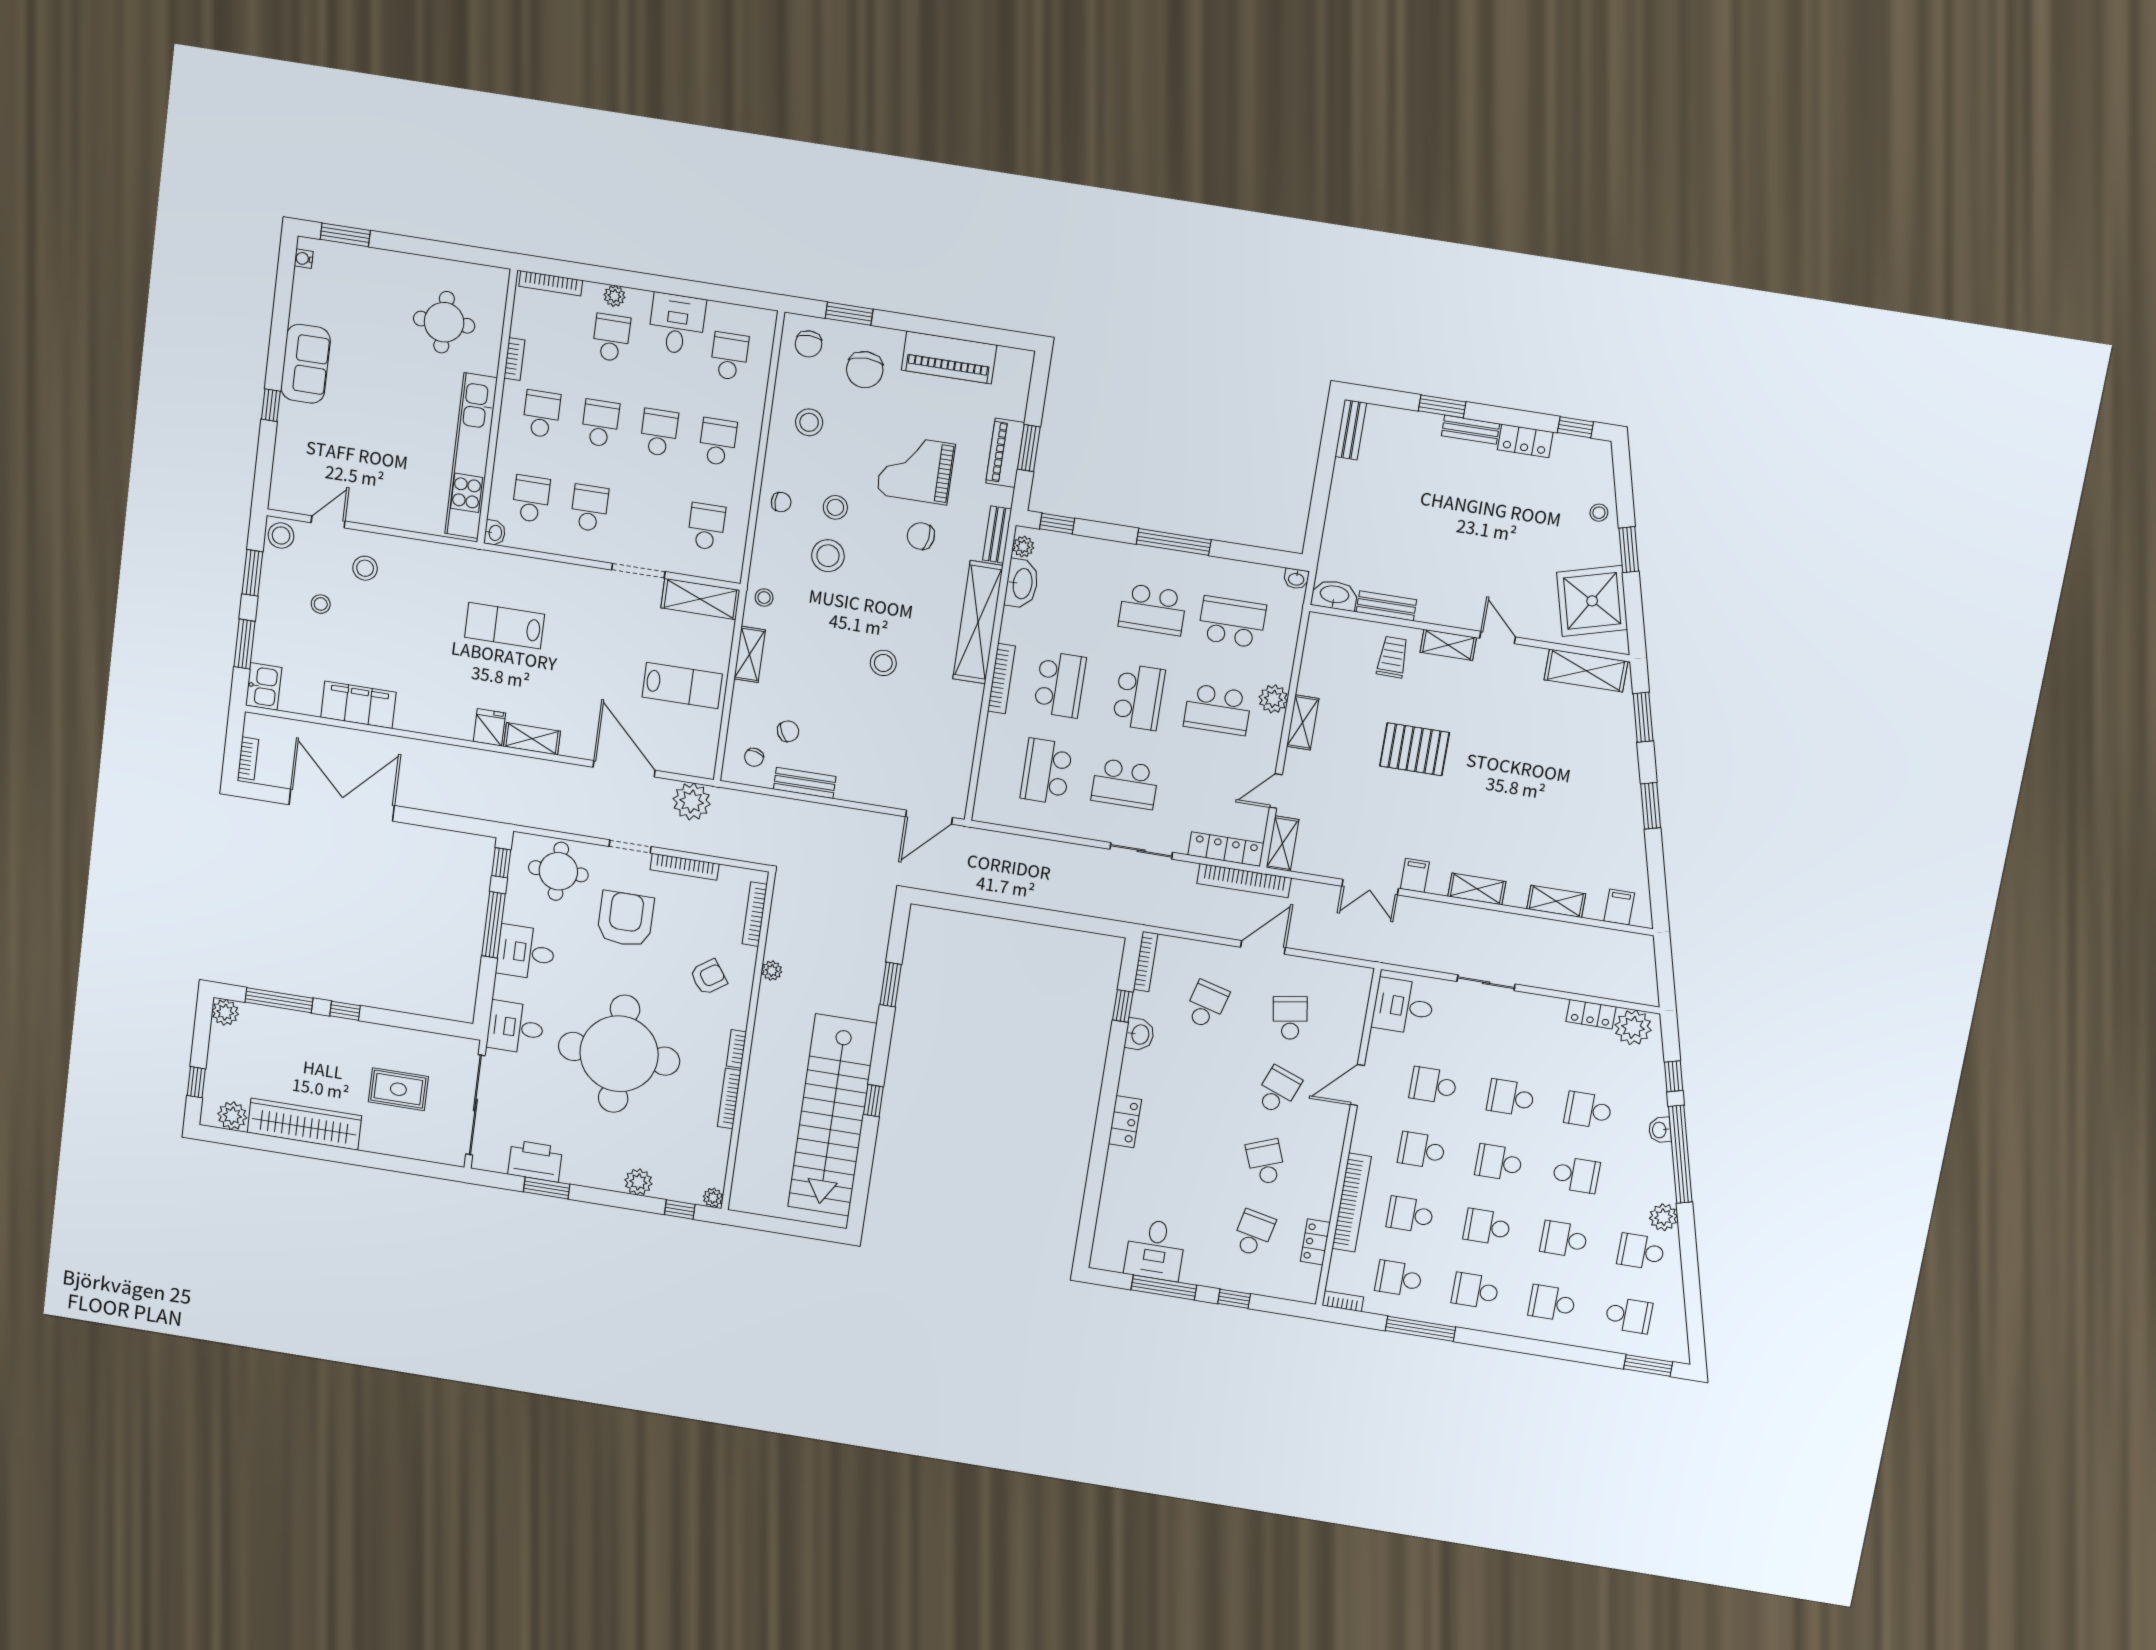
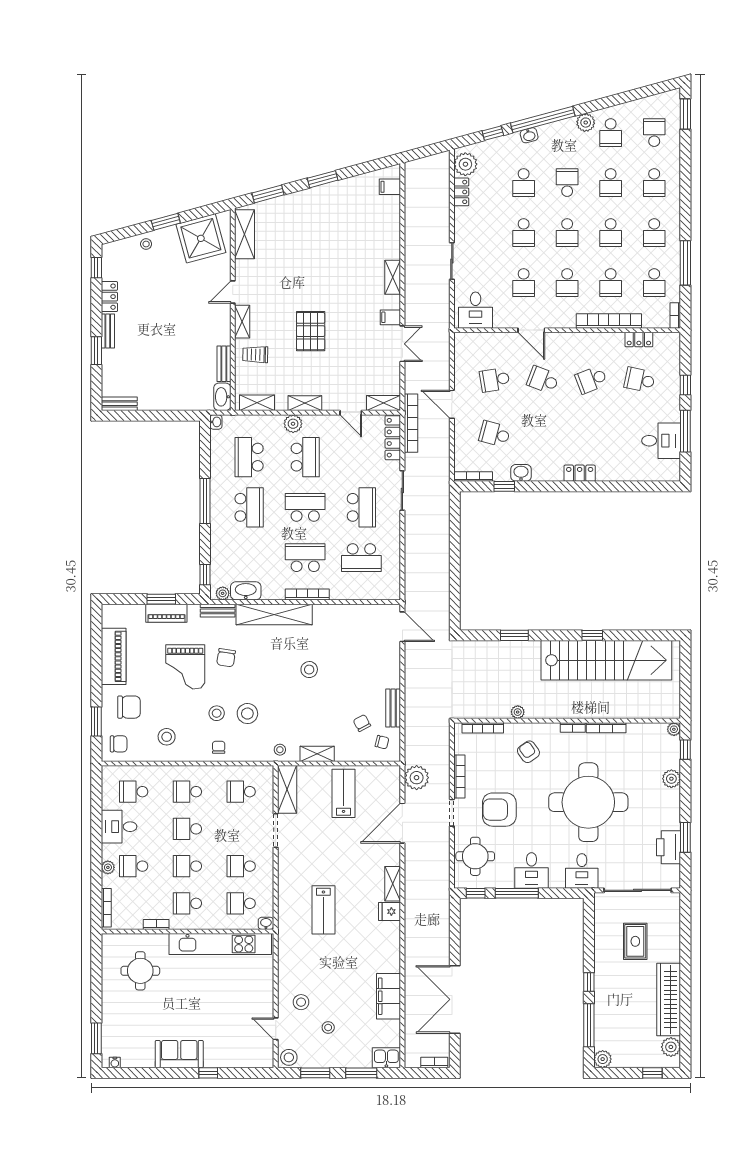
shelving: (1556, 901) -> (257, 403), moved, turned 90

